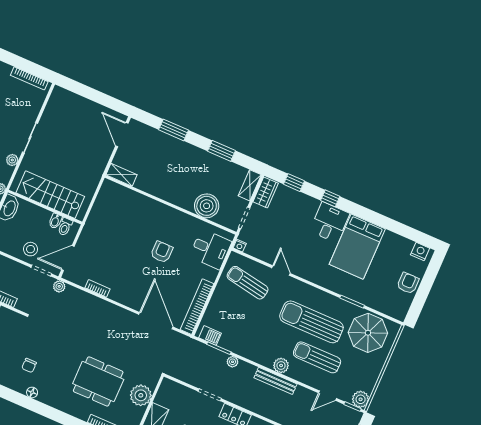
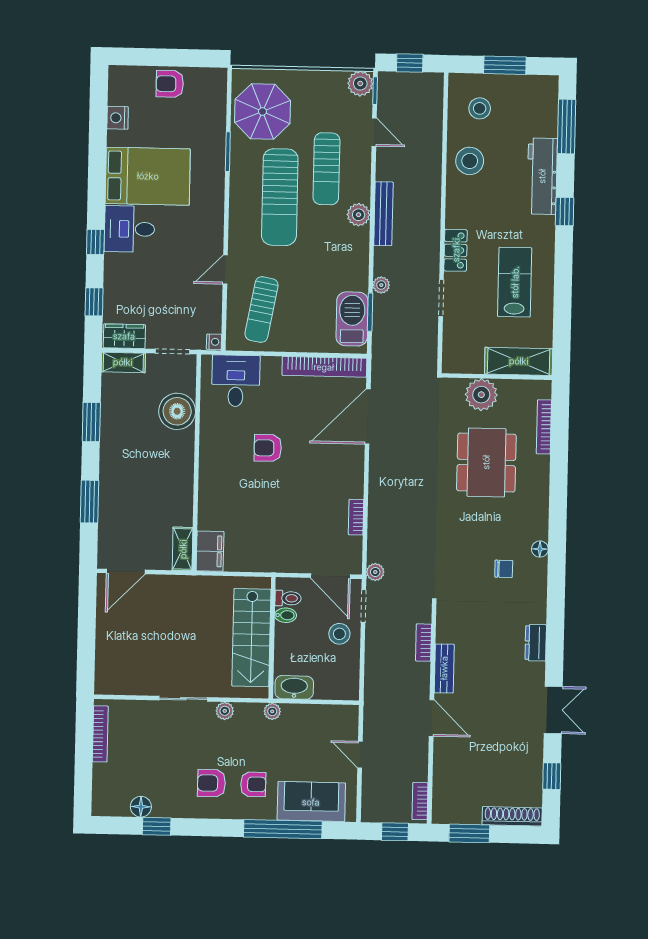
filing cabinet: (113, 191) -> (210, 551), added
nightstand: (420, 252) -> (118, 118), moved
barbecue: (210, 335) -> (352, 319), width x1.88, depth x1.53

